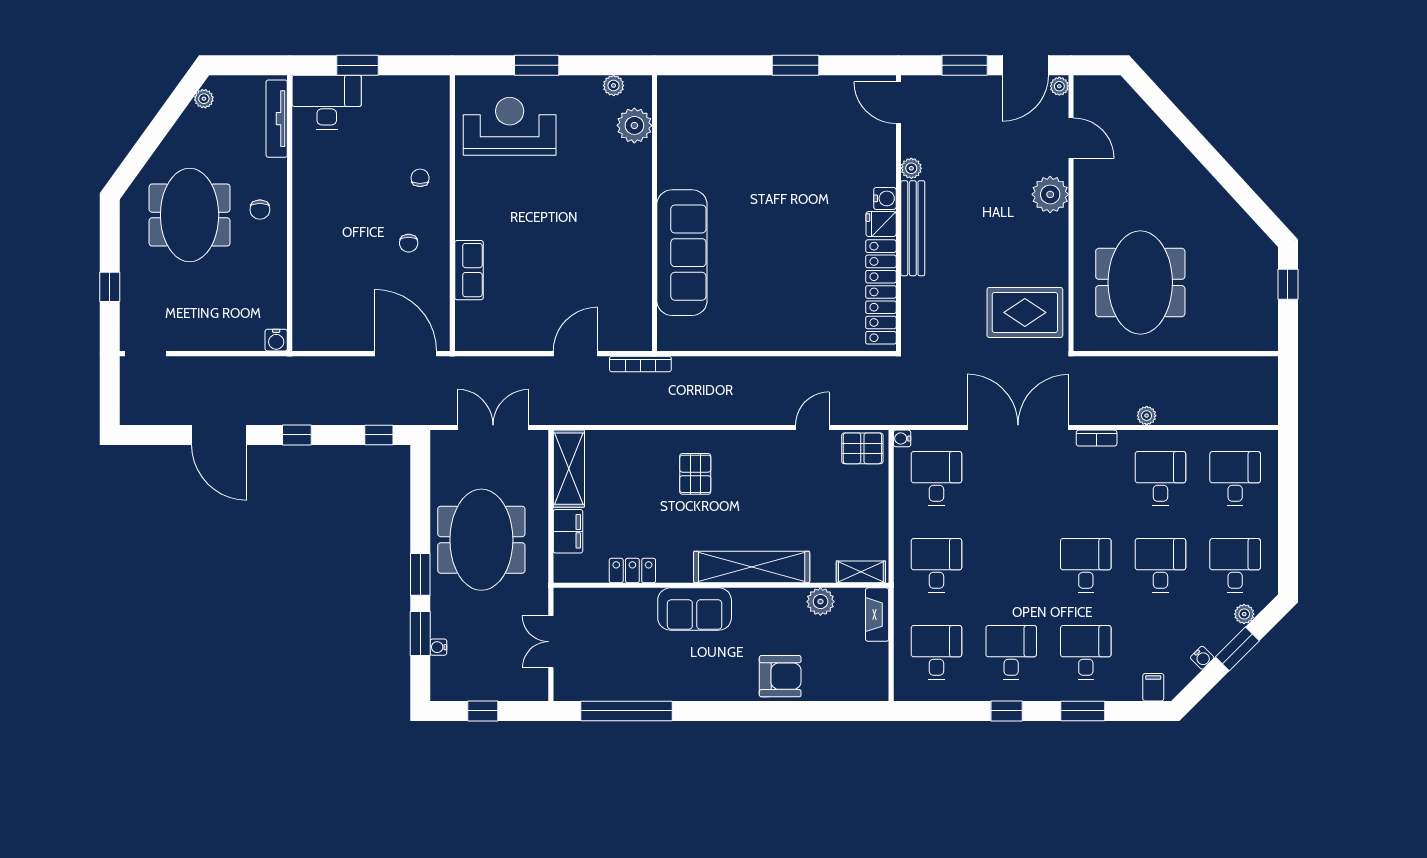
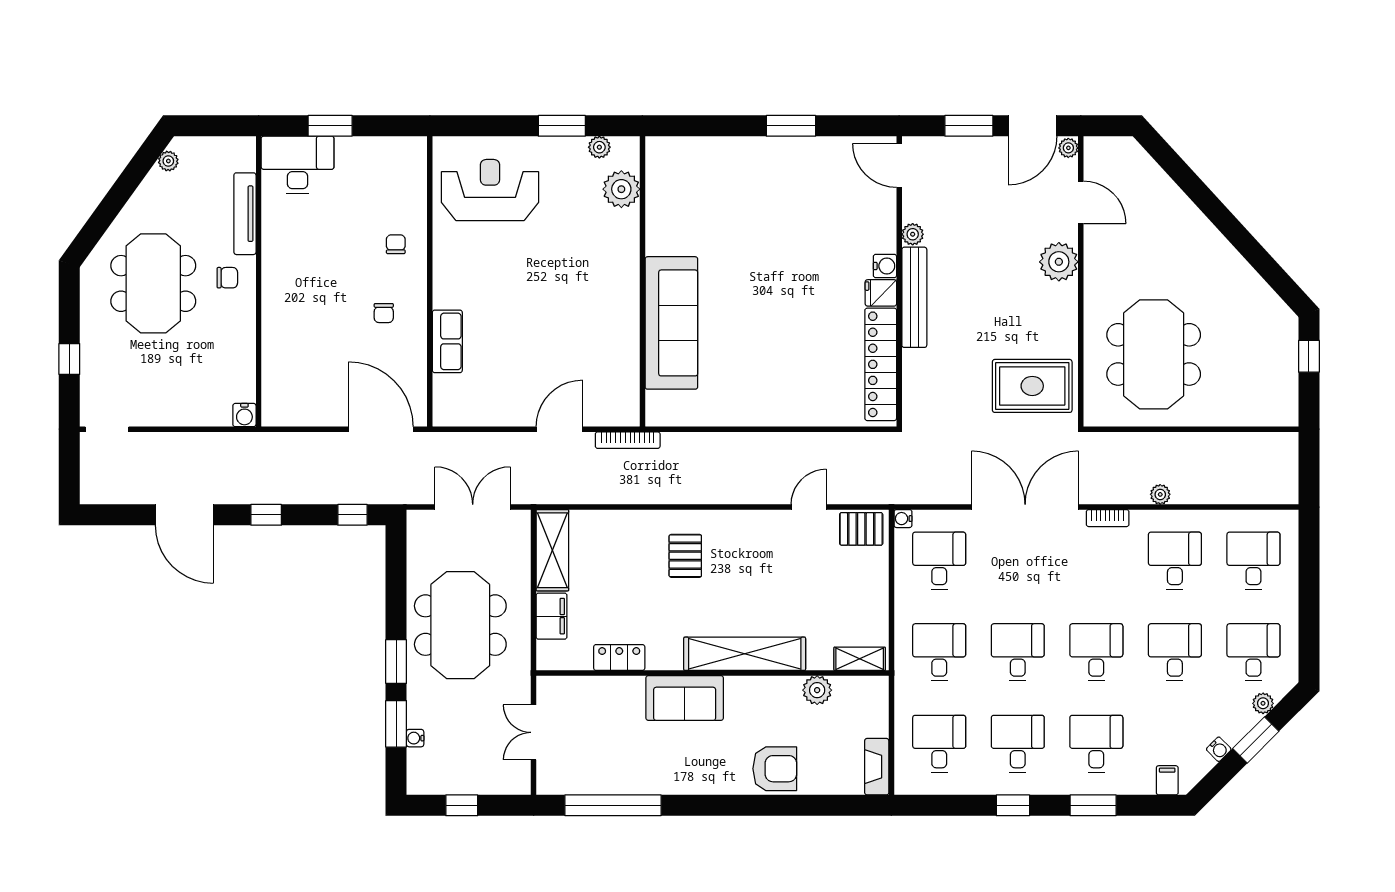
window: (537, 65) -> (562, 126), moved
tv unit: (277, 119) -> (245, 214), moved
chair: (260, 210) -> (227, 278), turned -90
desk: (1011, 566) -> (1018, 652), added
fireplace: (877, 615) -> (877, 767), moved

